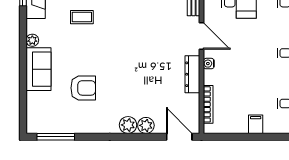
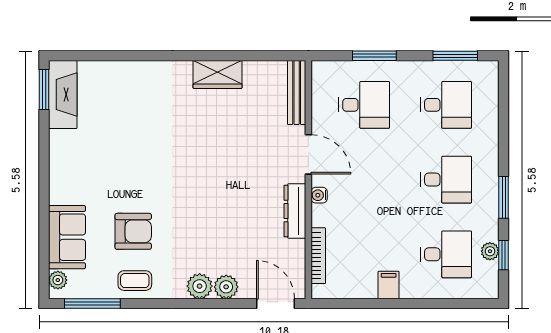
coffee table: (82, 17) -> (135, 281), moved
plant: (32, 40) -> (58, 280), moved
sofa: (39, 69) -> (67, 237), moved

